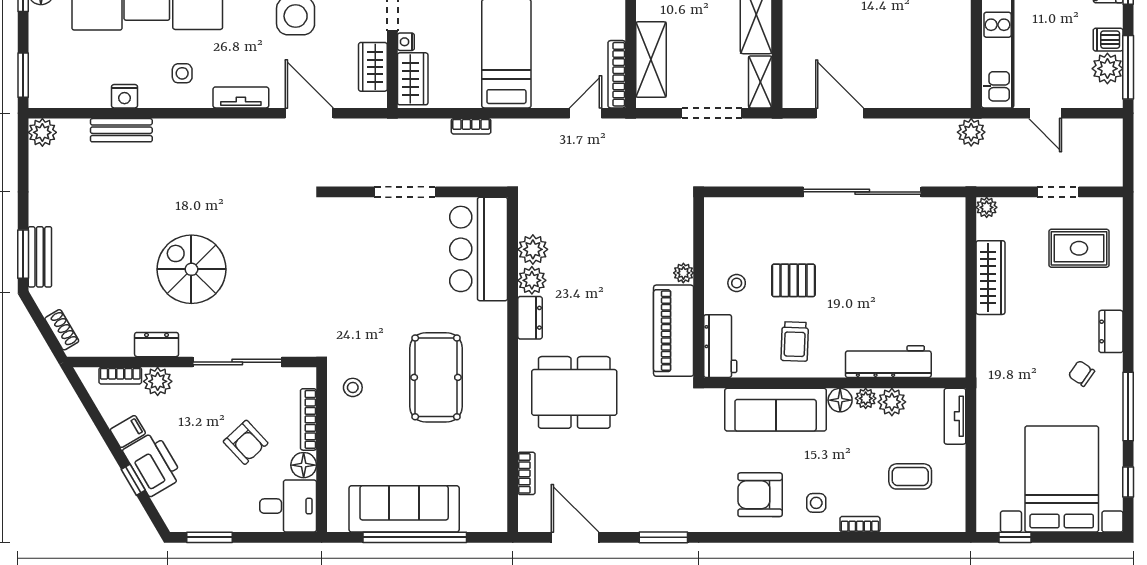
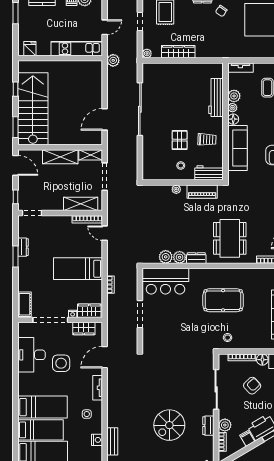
spiral stairs: (191, 269) -> (169, 425), moved
piano: (674, 331) -> (202, 192), width x0.73, depth x0.75

